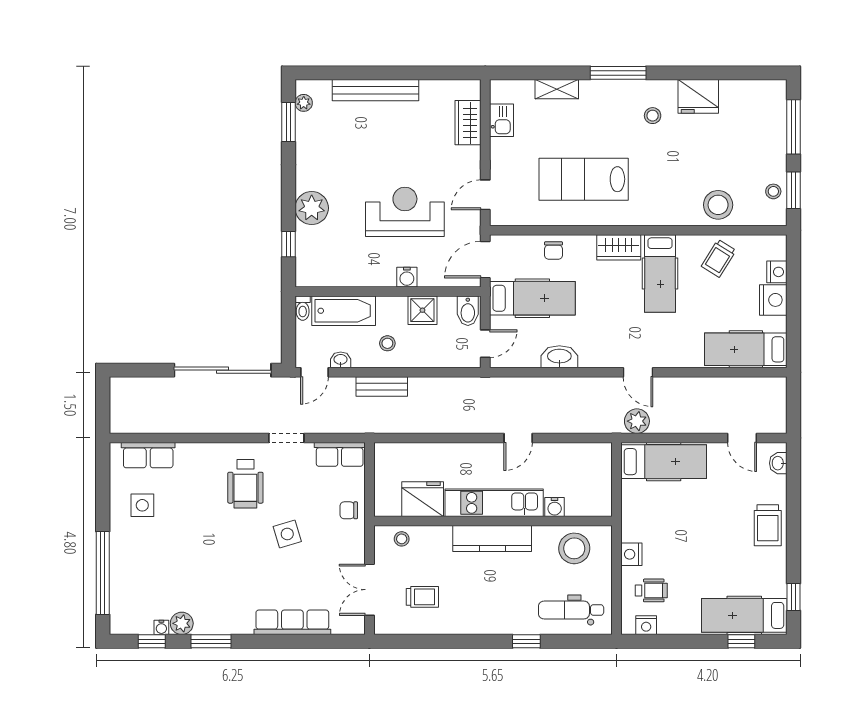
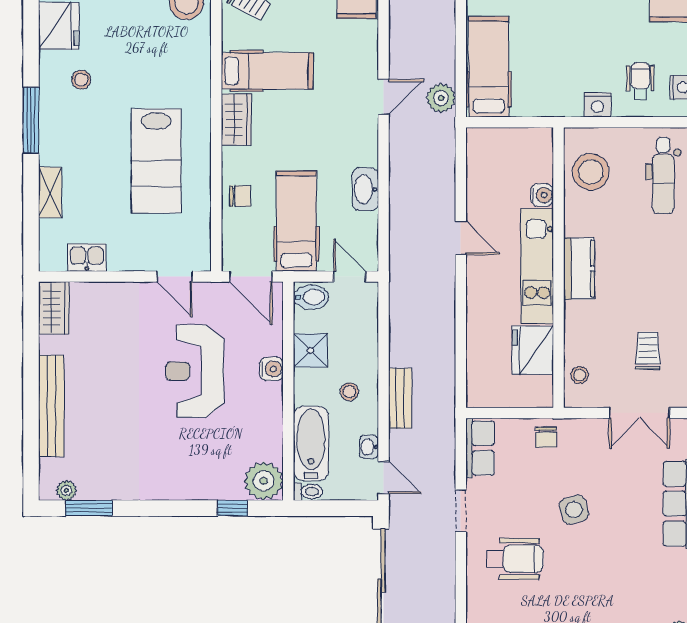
wardrobe: (468, 123) -> (54, 308), moved, turned -90
plant: (312, 208) -> (264, 481), moved
kitchen counter: (492, 538) -> (579, 269), width x0.67

